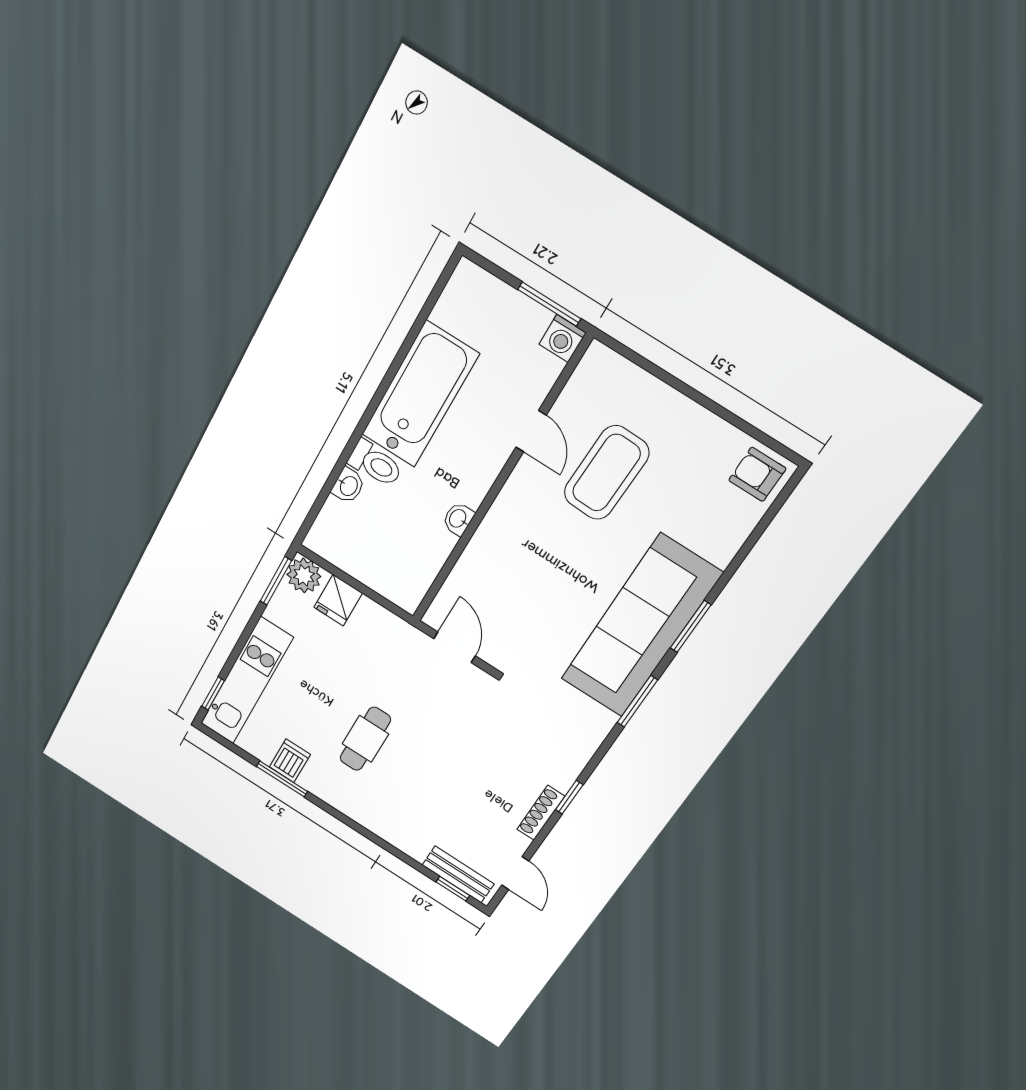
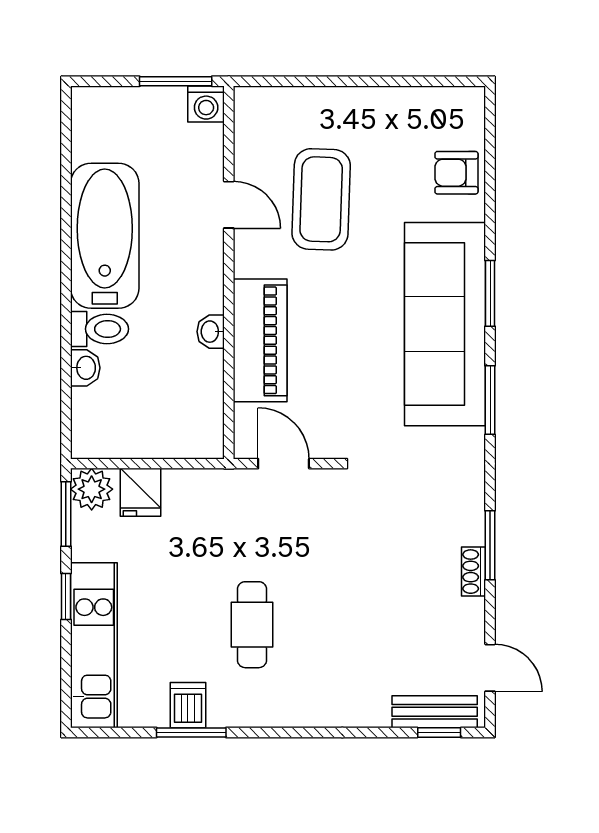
armchair: (757, 474) -> (456, 173), moved
piano: (492, 549) -> (260, 340), added
window: (213, 693) -> (66, 597), moved
window: (569, 797) -> (490, 545), width x1.50
shoe rack: (541, 813) -> (473, 572), width x0.70

